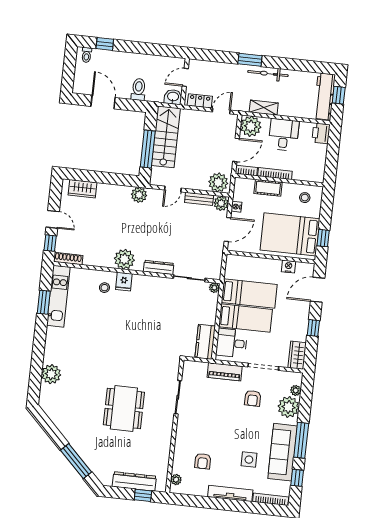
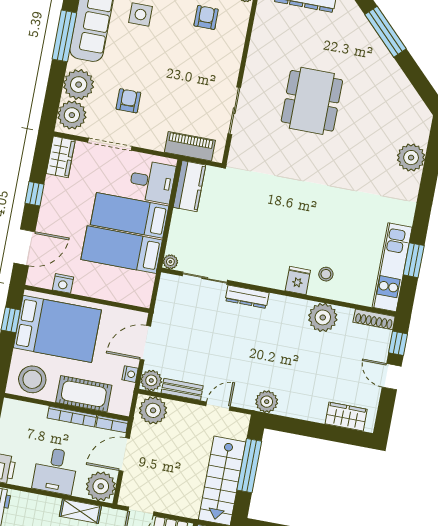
cot: (268, 188) -> (84, 394), width x1.37, depth x1.34
stool: (305, 198) -> (32, 379), width x1.89, depth x1.89
plant: (124, 259) -> (323, 317), moved
piano: (225, 372) -> (190, 146), moved
plant: (296, 390) -> (72, 115), width x1.88, depth x1.88

